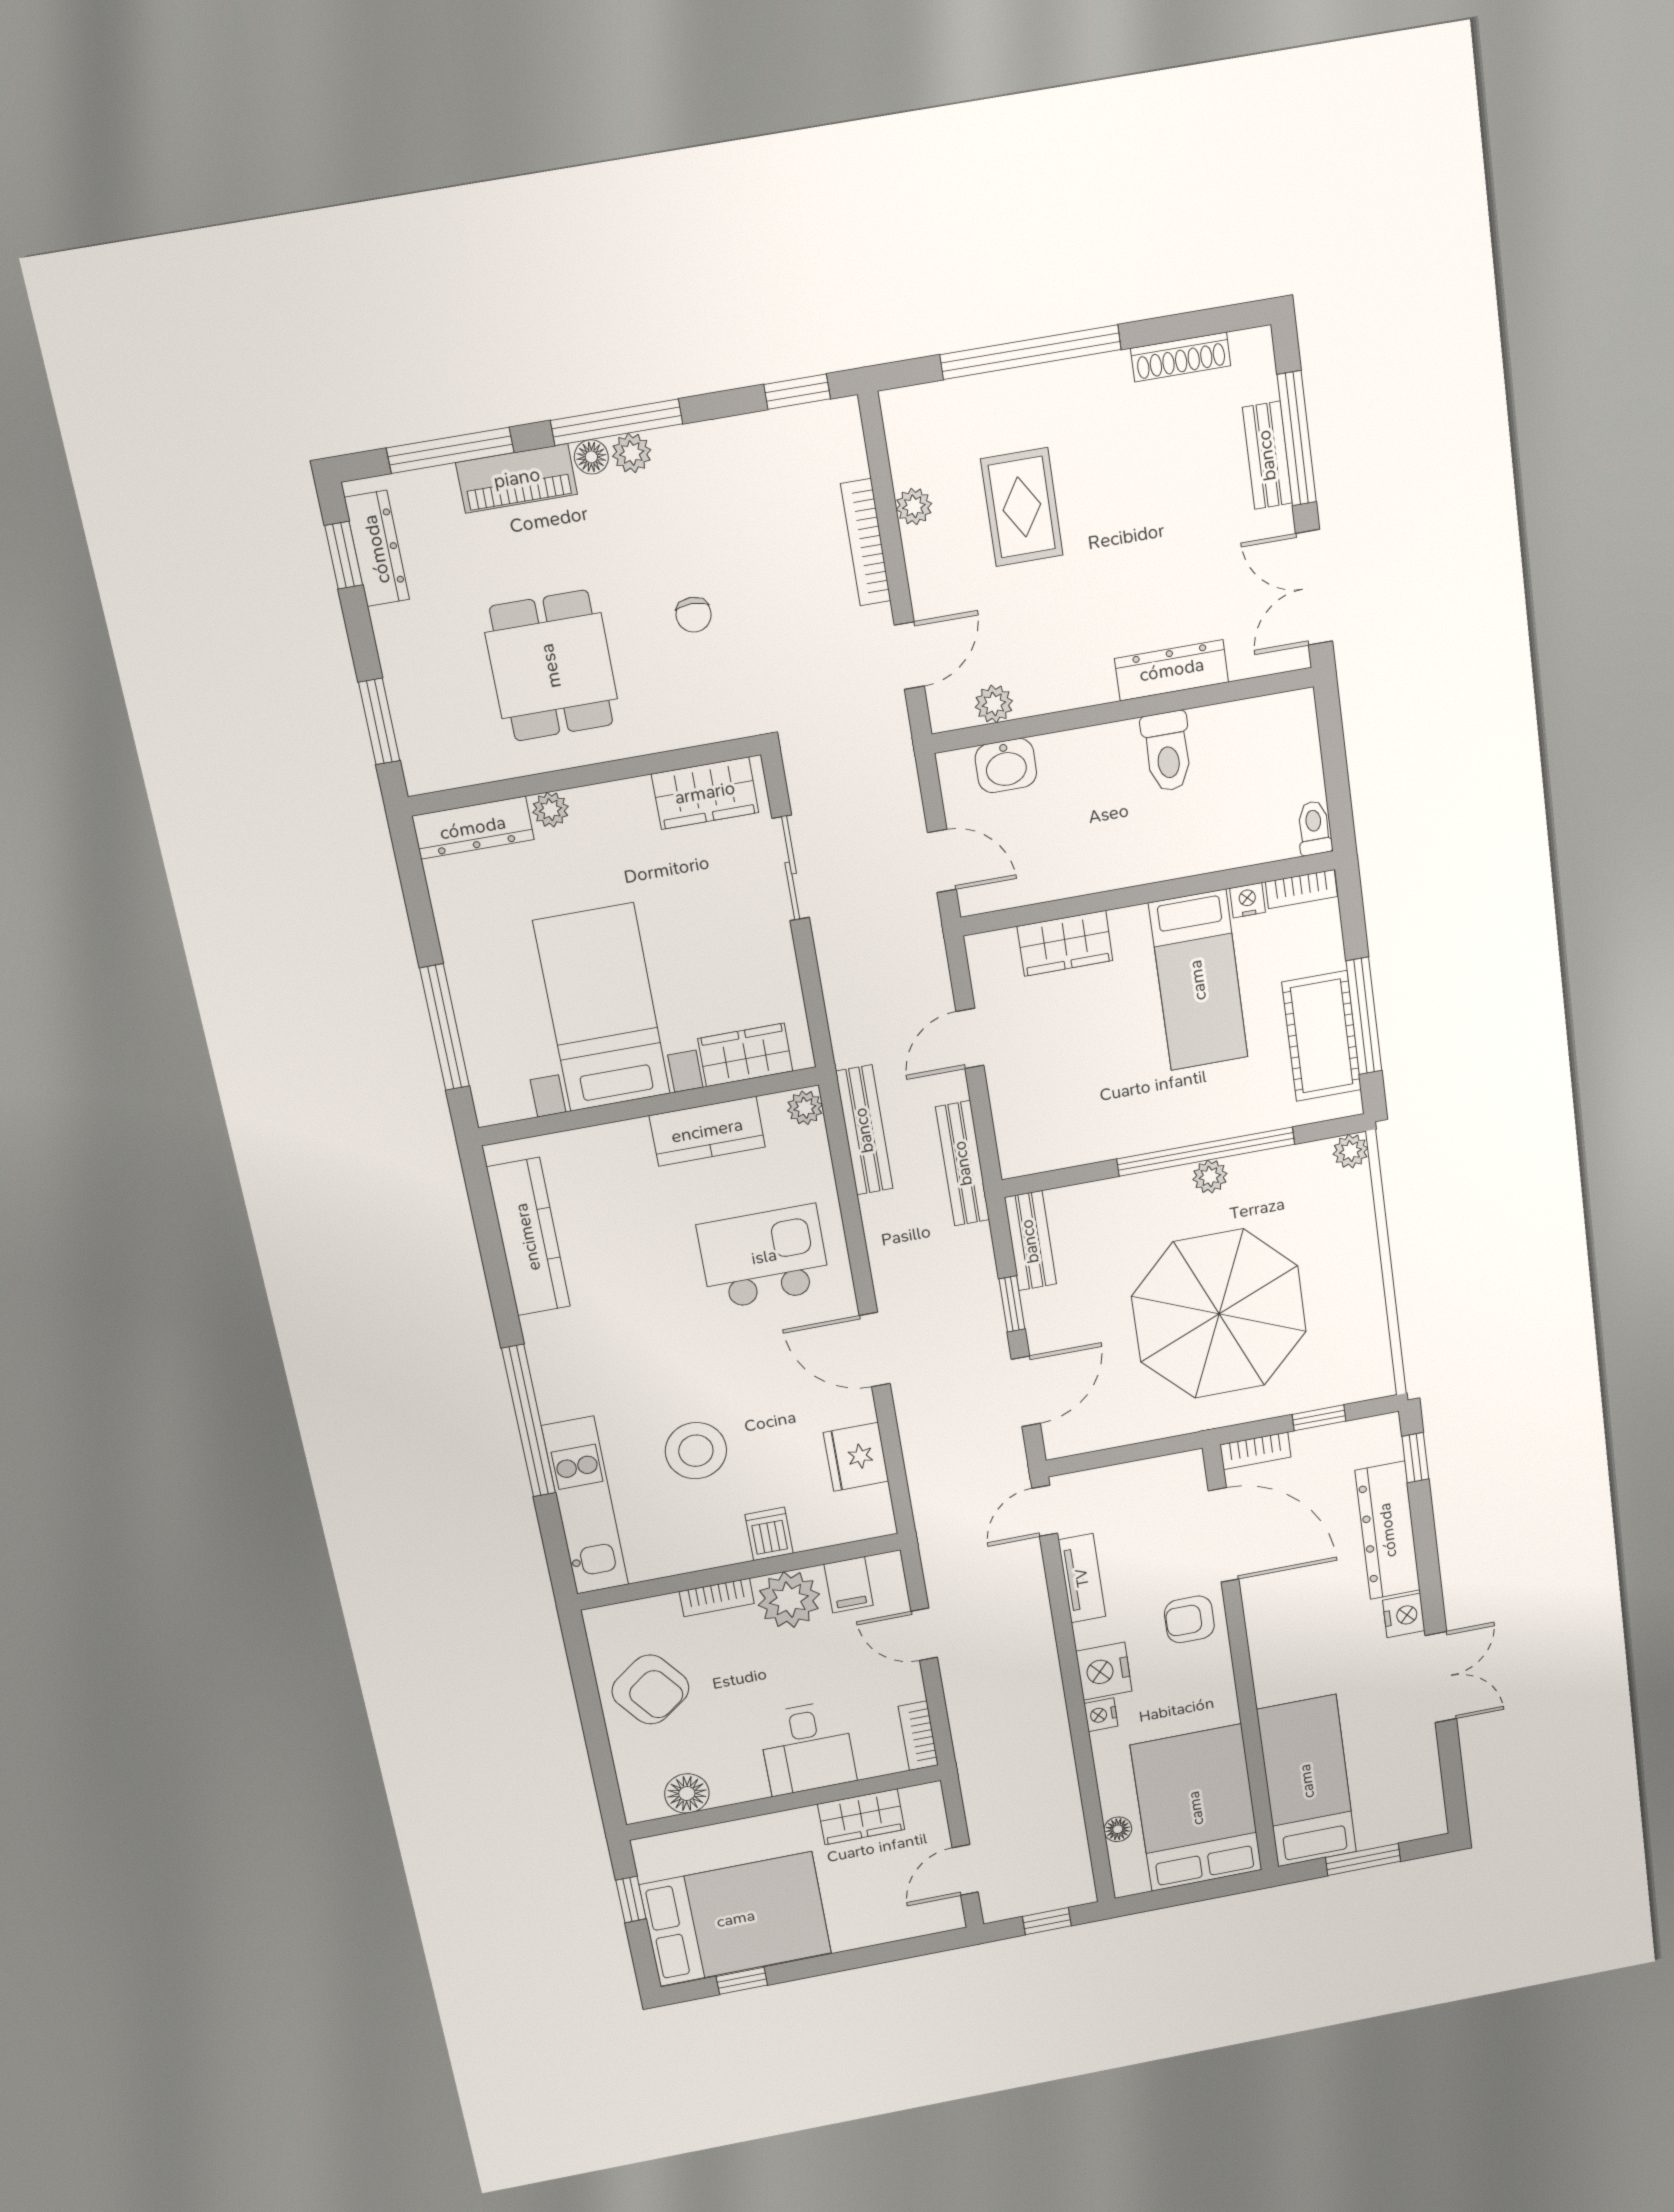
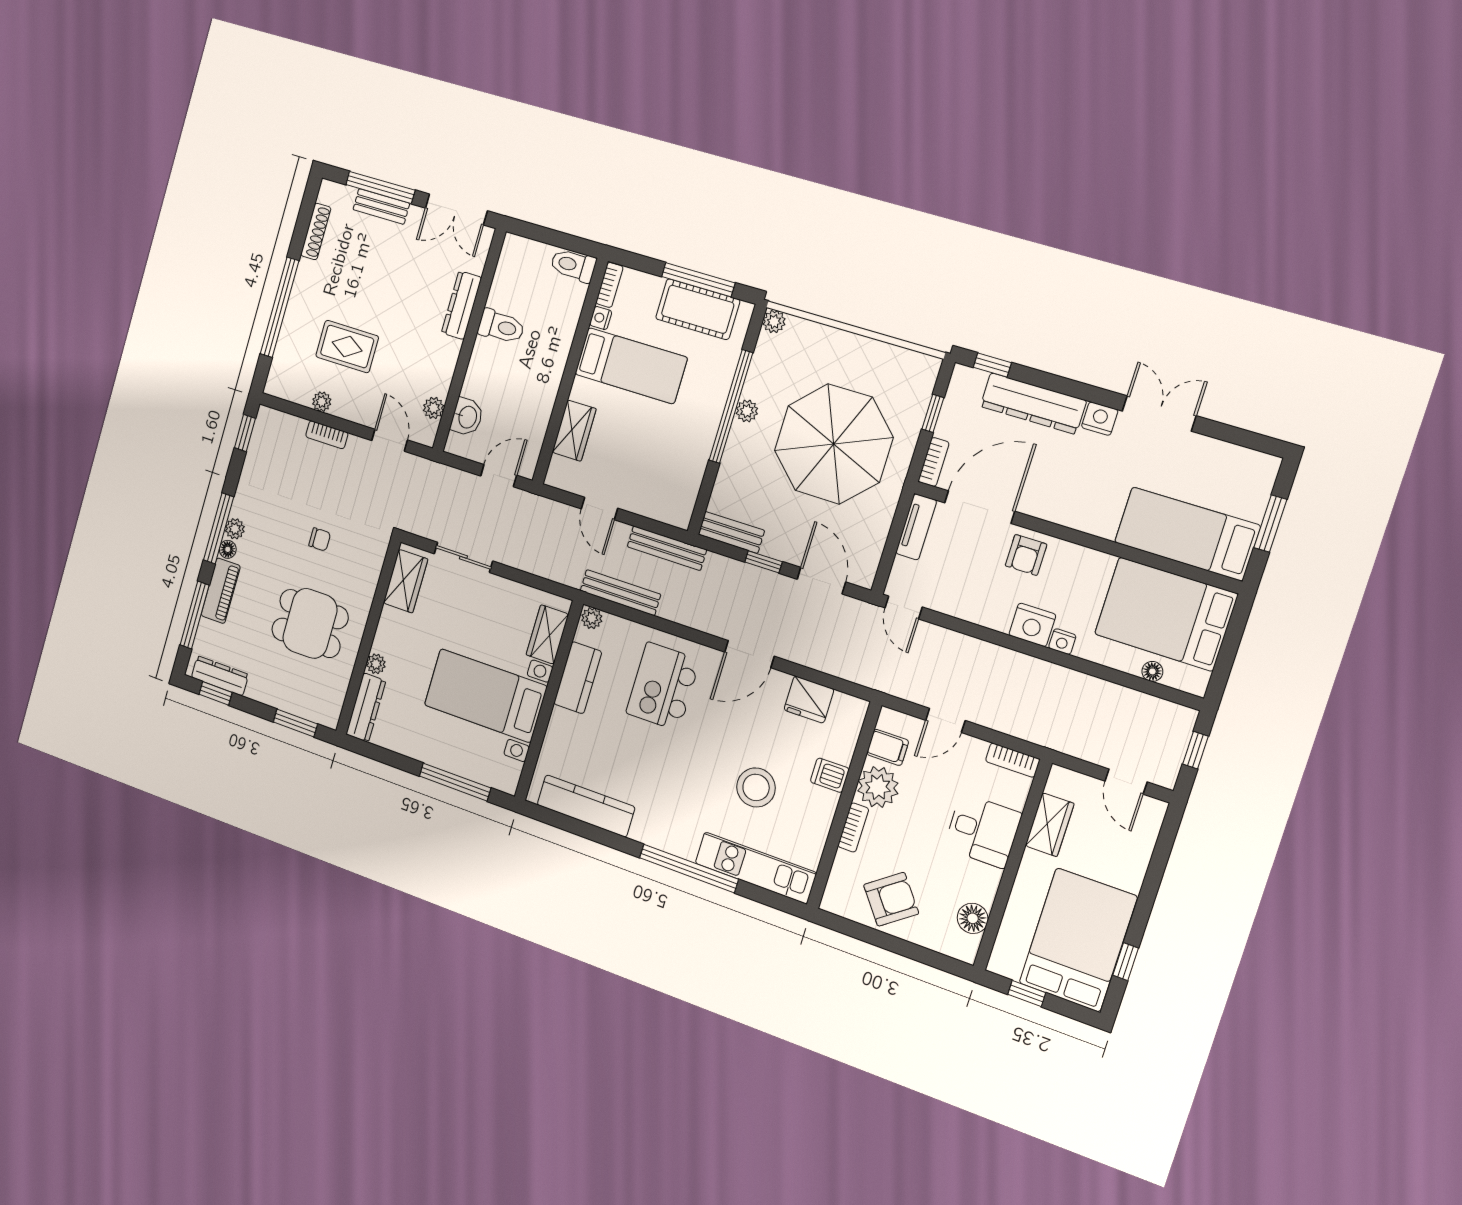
bookcase: (866, 542) -> (327, 435), width x0.64
toilet: (1314, 828) -> (573, 265), width x1.37, depth x1.39
tv unit: (1082, 1578) -> (916, 527), moved, turned 90

